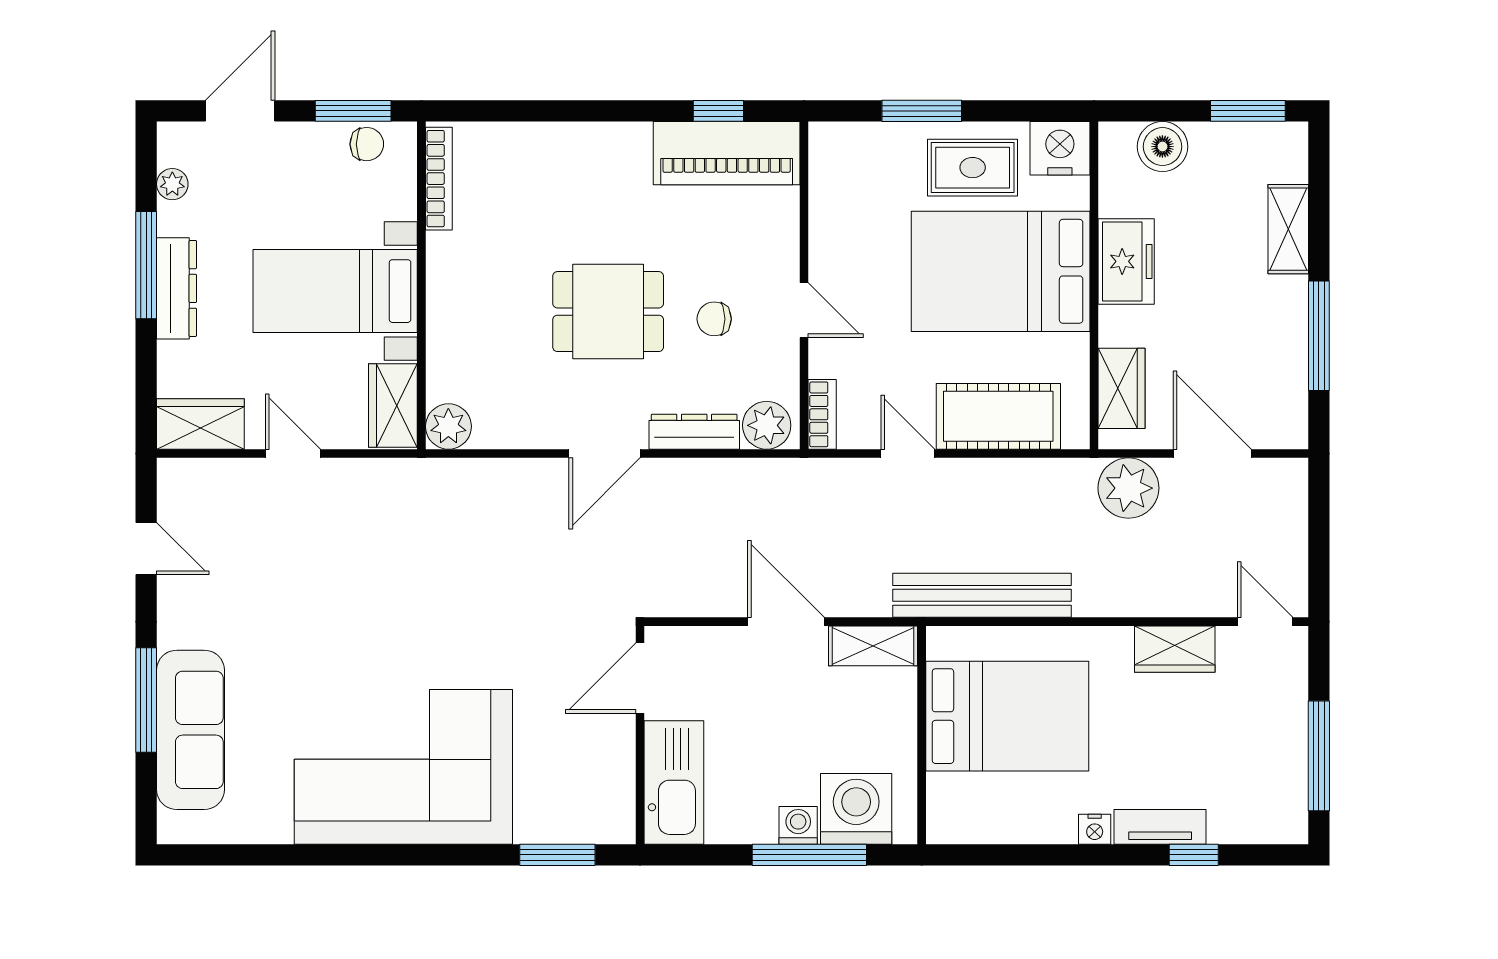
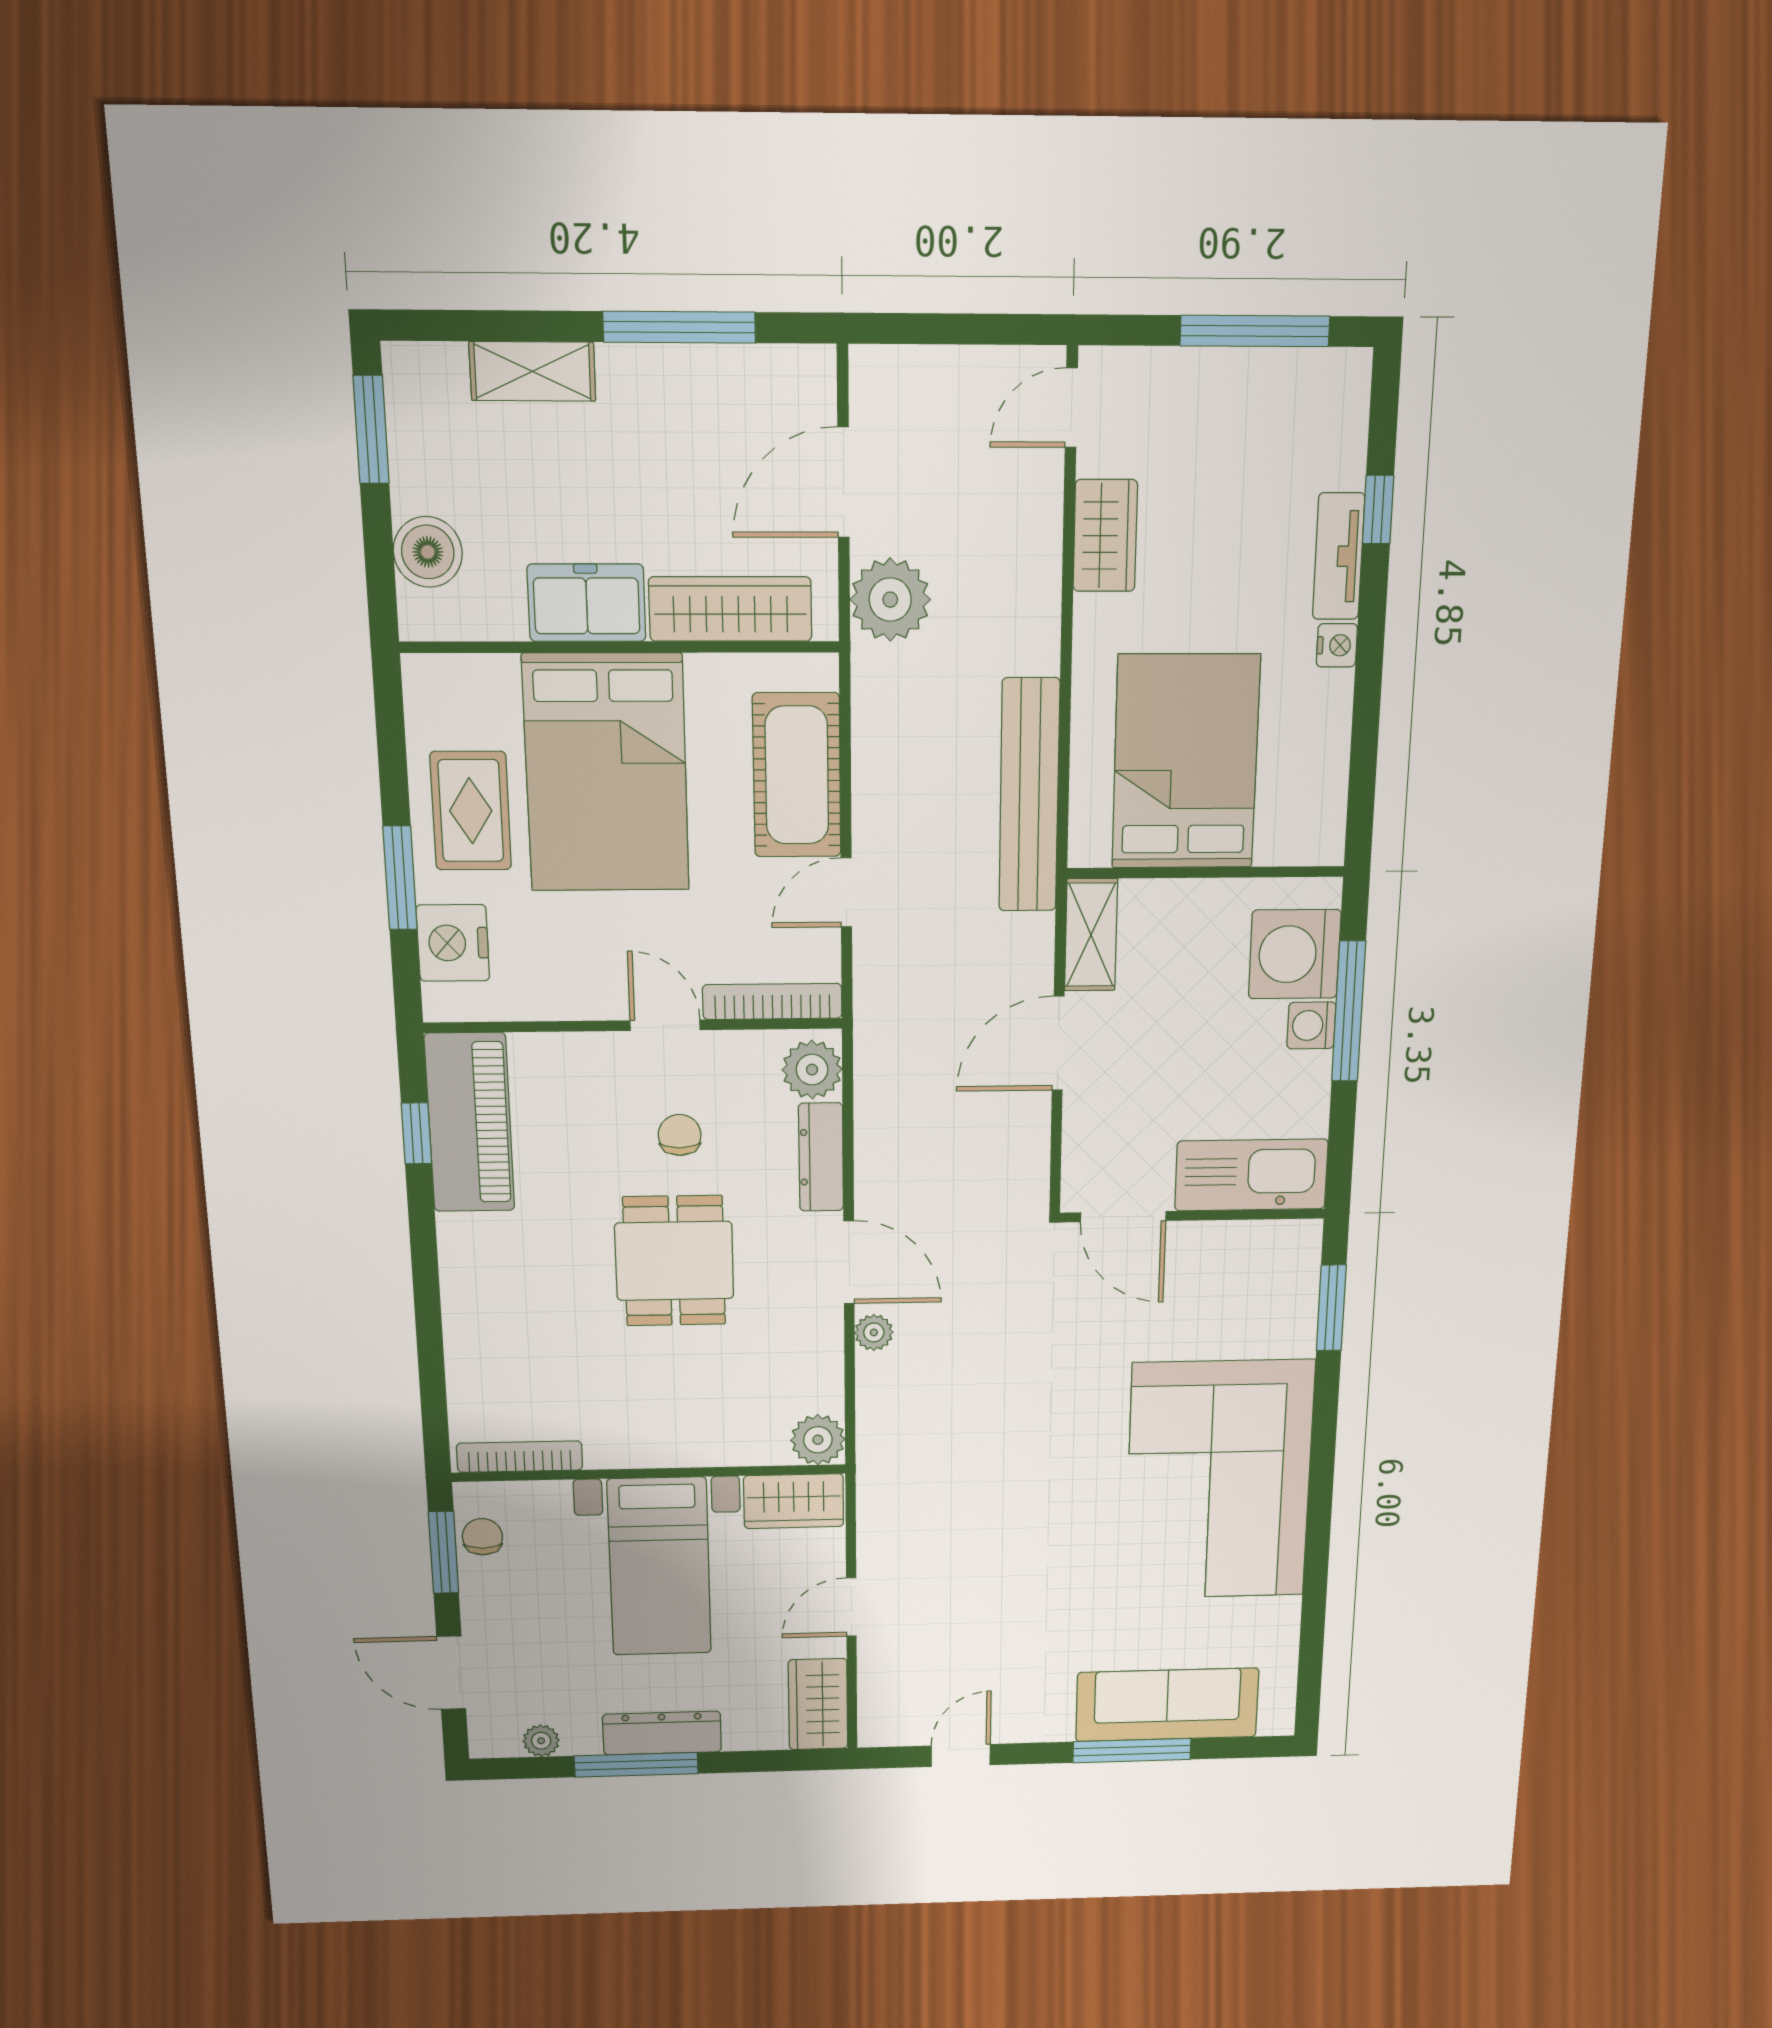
nightstand: (1060, 148) -> (453, 943), moved
door: (804, 310) -> (665, 1025), hinge flipped
chair: (714, 319) -> (680, 1135), turned 180
wardrobe: (1122, 388) -> (730, 609), width x1.50
bookcase: (822, 414) -> (772, 1001), width x1.56
plant: (543, 474) -> (874, 1332), added

